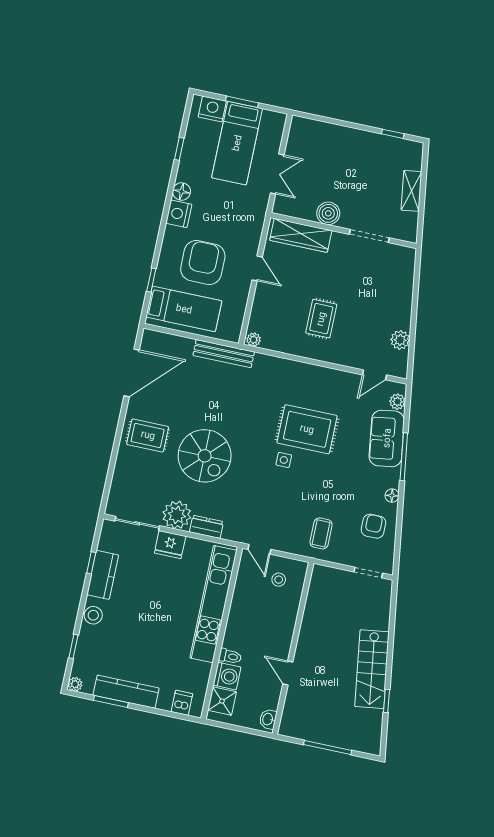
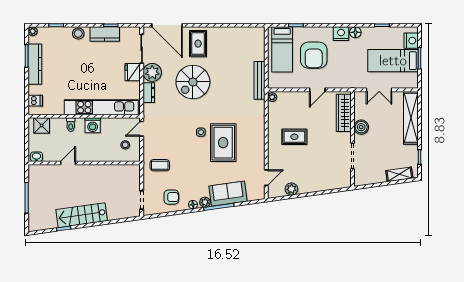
shelving: (330, 134) -> (411, 118), added
shelving: (411, 191) -> (399, 174), moved
armchair: (203, 262) -> (314, 55), turned 90
door: (132, 373) -> (167, 25), moved
door: (375, 375) -> (266, 178), swing flipped
plant: (397, 402) -> (205, 202), moved
washing machine: (227, 676) -> (93, 125), moved

